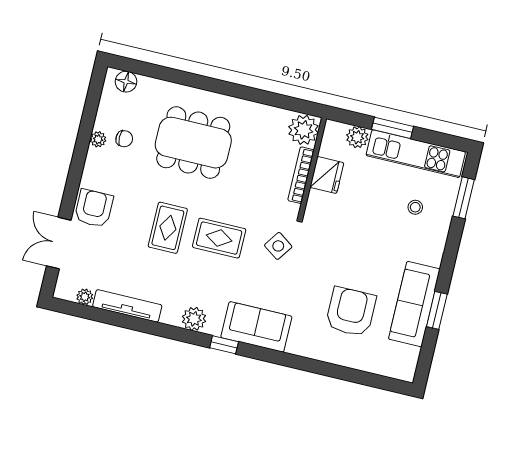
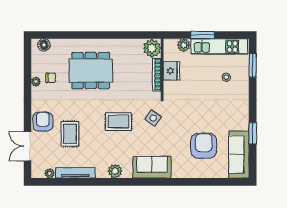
rug: (168, 228) -> (70, 134), moved
sofa: (414, 304) -> (239, 155), moved
window: (224, 345) -> (136, 182), removed

